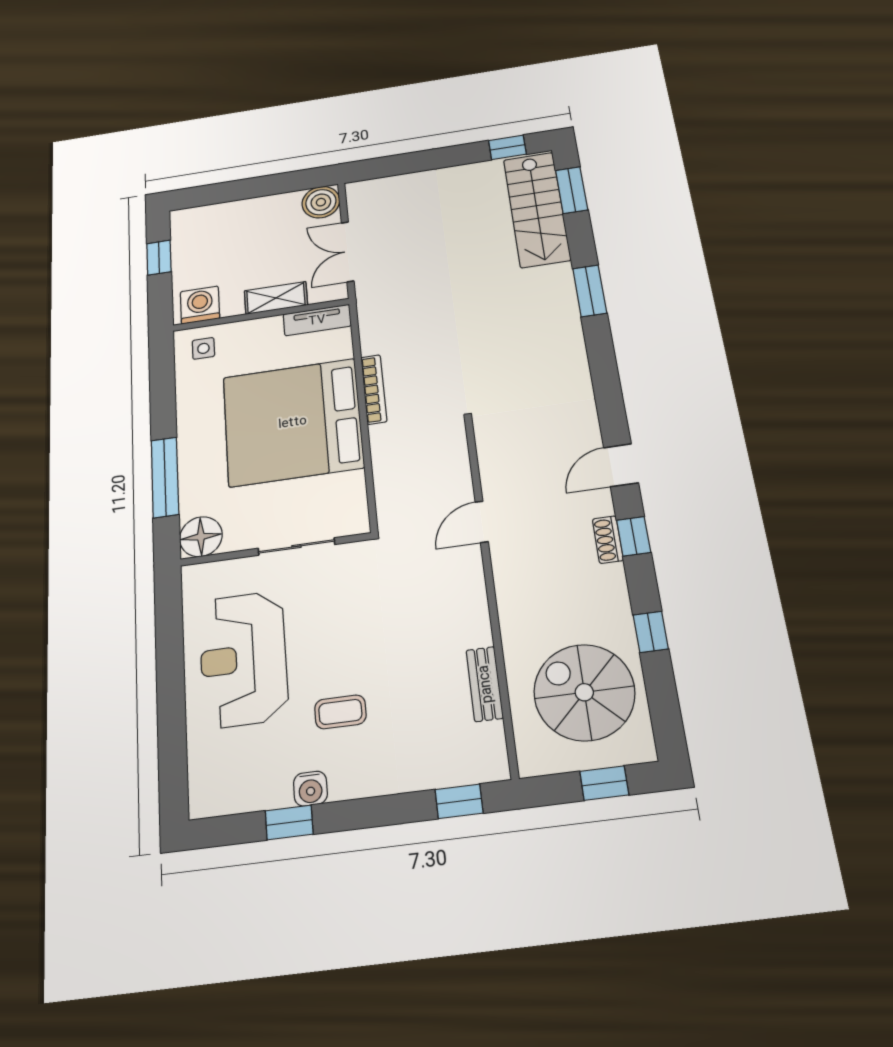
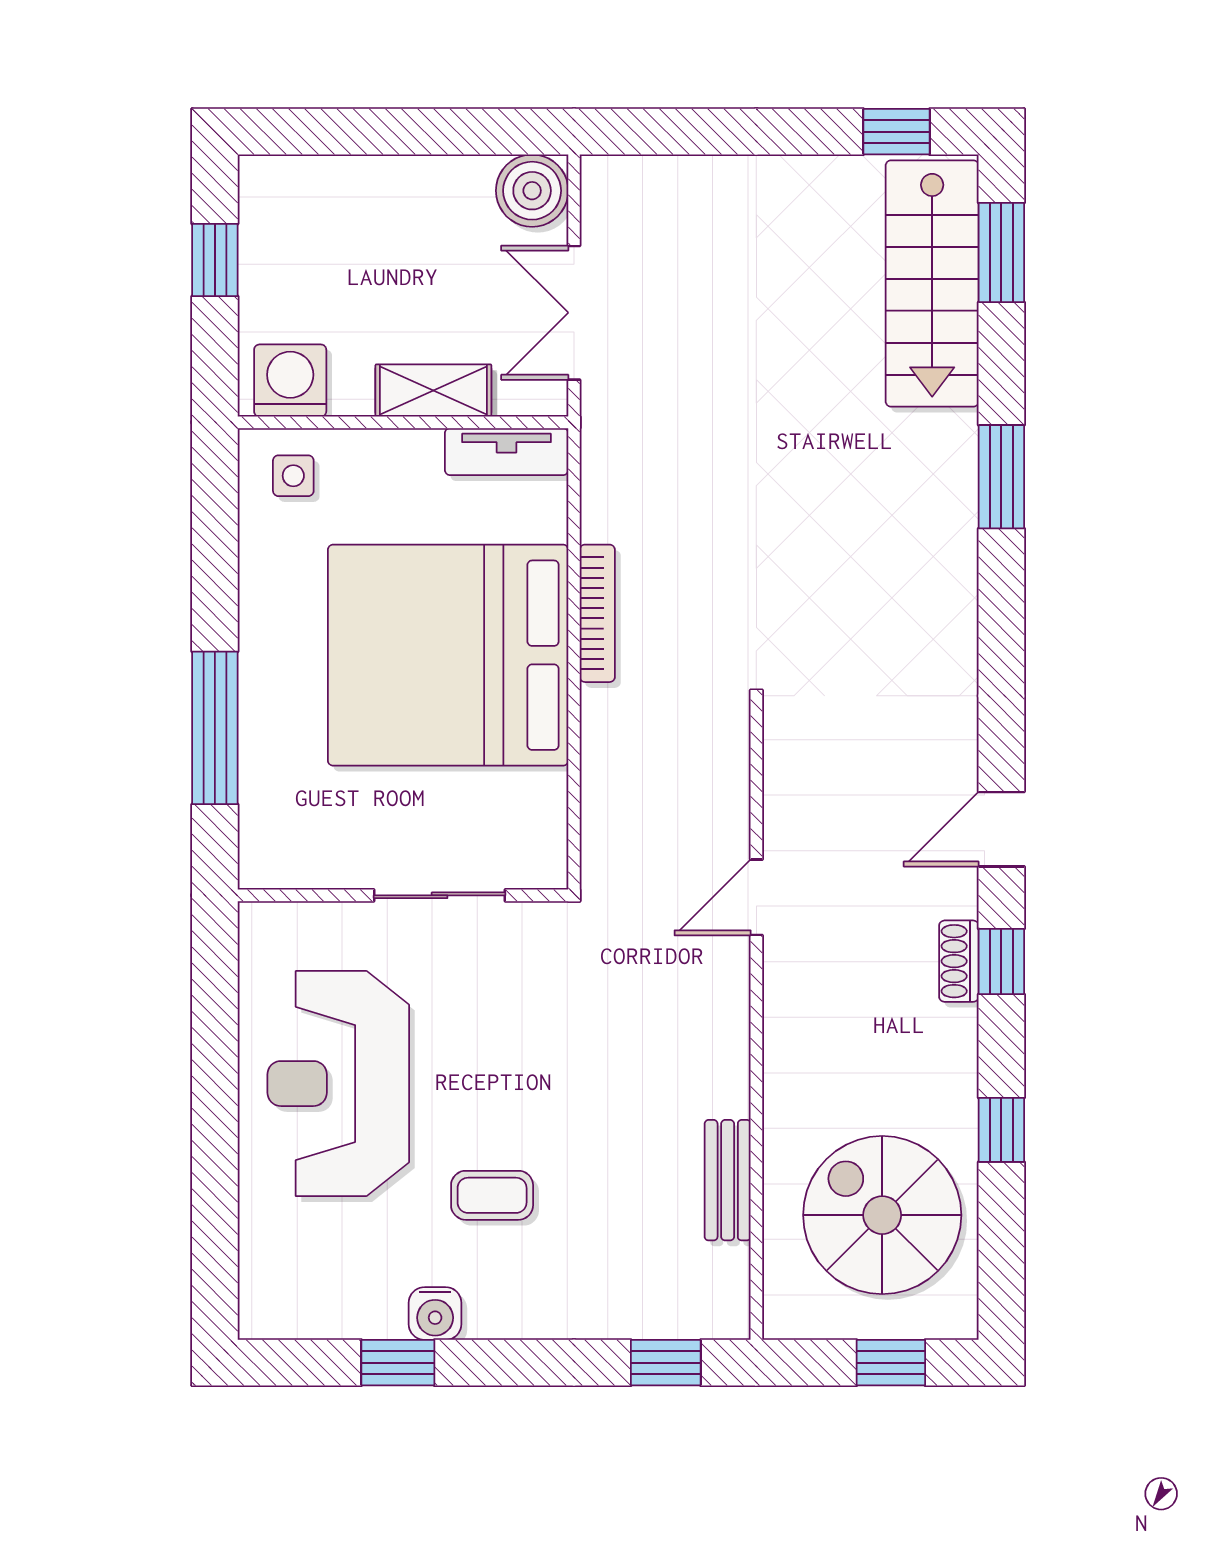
floor lamp: (201, 537) -> (275, 852), removed

